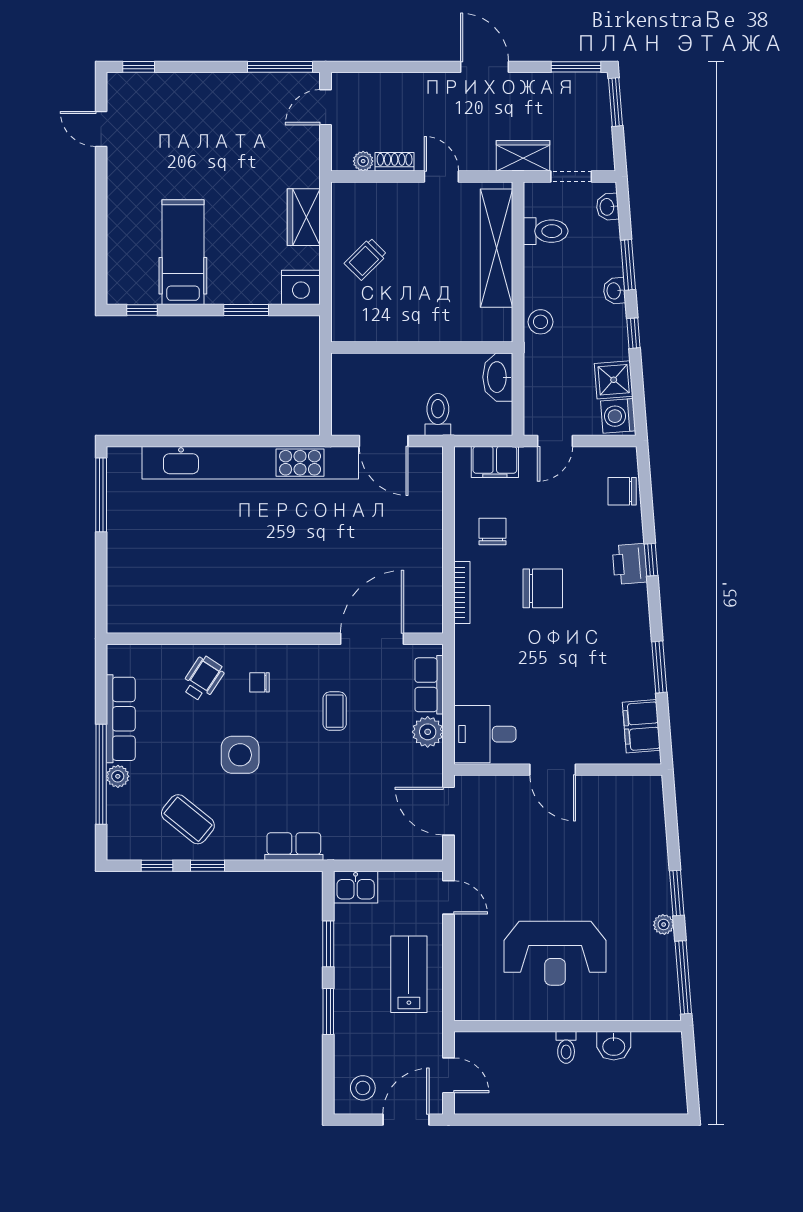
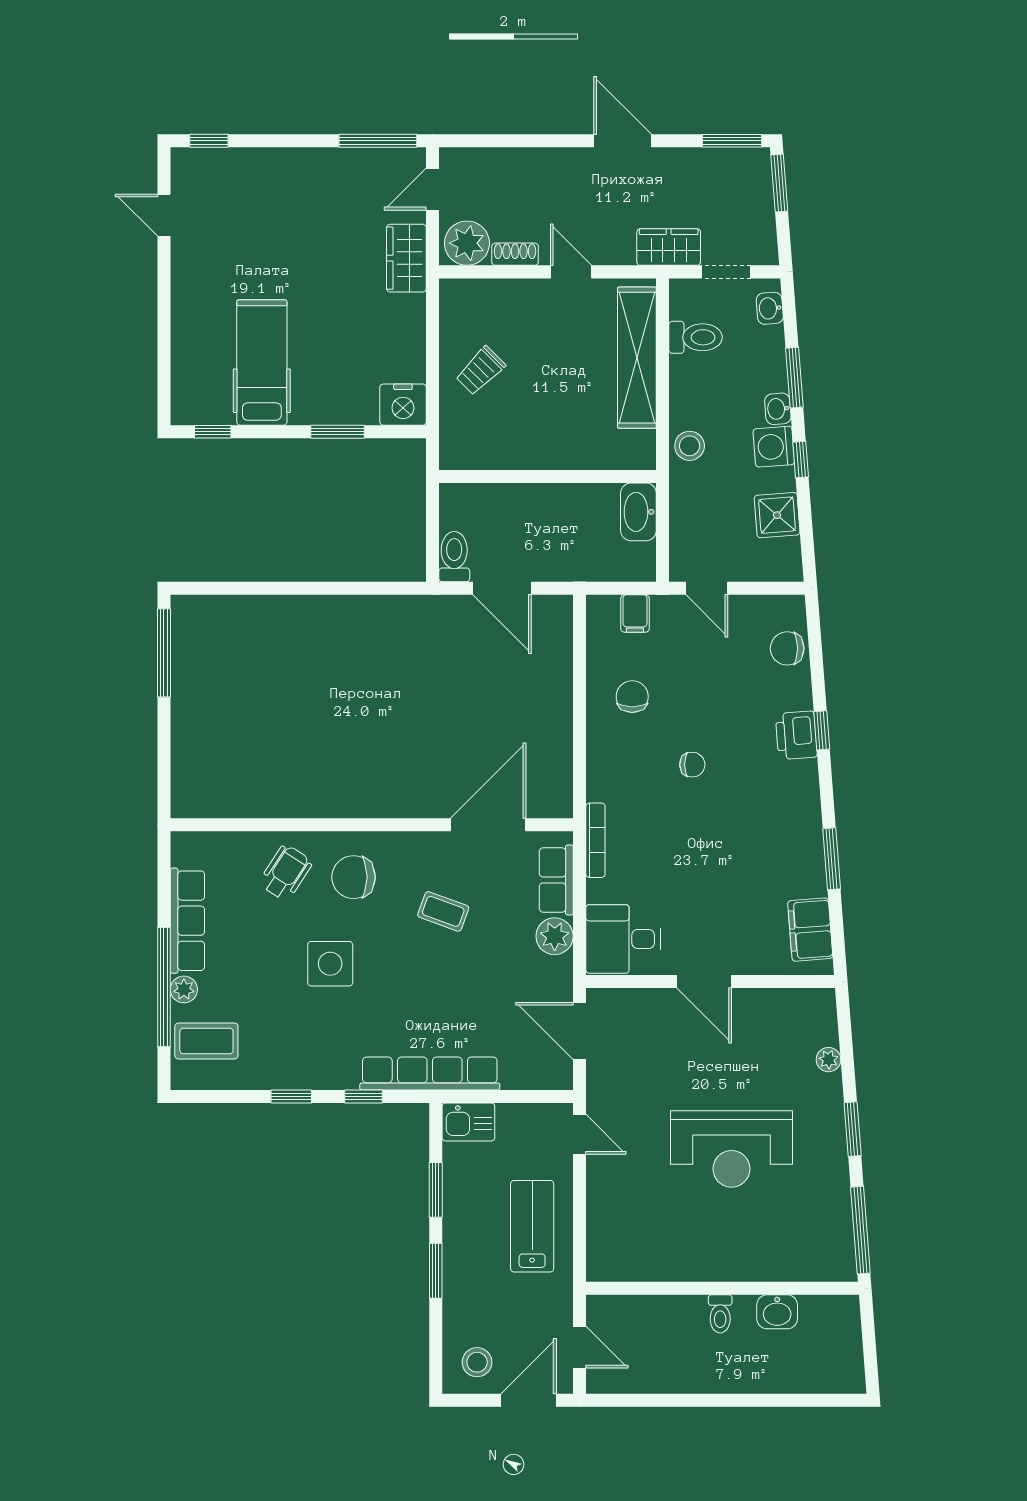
plant: (363, 161) -> (467, 243), width x1.88, depth x1.88
wardrobe: (304, 217) -> (406, 258), moved
toilet: (438, 415) -> (454, 557), moved
washing machine: (618, 416) -> (774, 447), moved
door: (555, 441) -> (707, 588), hinge flipped
filing cabinet: (495, 462) -> (635, 613), width x0.50
kitchen unit: (250, 463) -> (342, 614), removed
chair: (543, 588) -> (692, 765), width x0.54, depth x0.54
bookcase: (462, 593) -> (595, 840), moved
chair: (260, 682) -> (354, 877), width x1.87, depth x1.87
coffee table: (335, 711) -> (443, 911), turned -70
coffee table: (188, 819) -> (206, 1041), moved, turned -39
row of seats: (294, 847) -> (430, 1074), width x2.02
window: (157, 866) -> (363, 1097), moved
plant: (664, 924) -> (829, 1060), moved
reception desk: (555, 953) -> (731, 1149), moved

